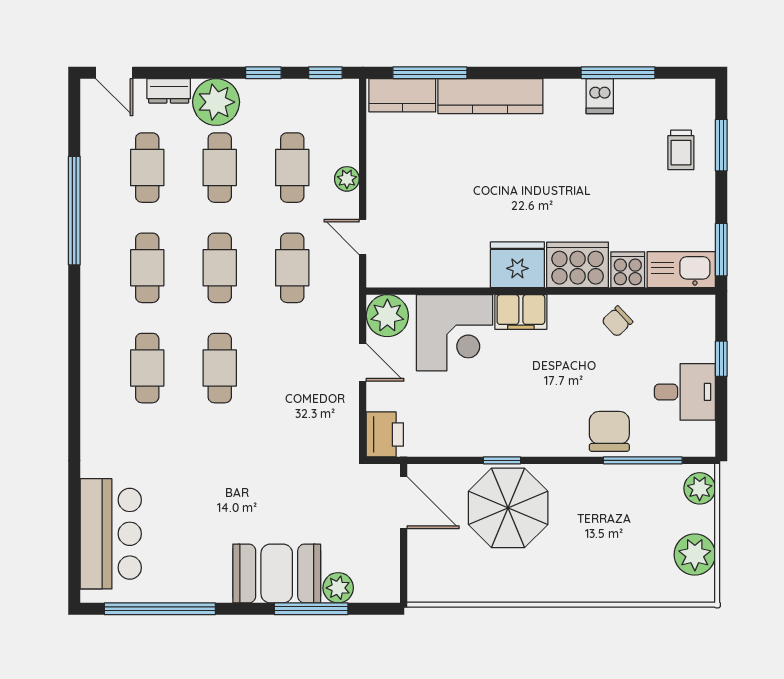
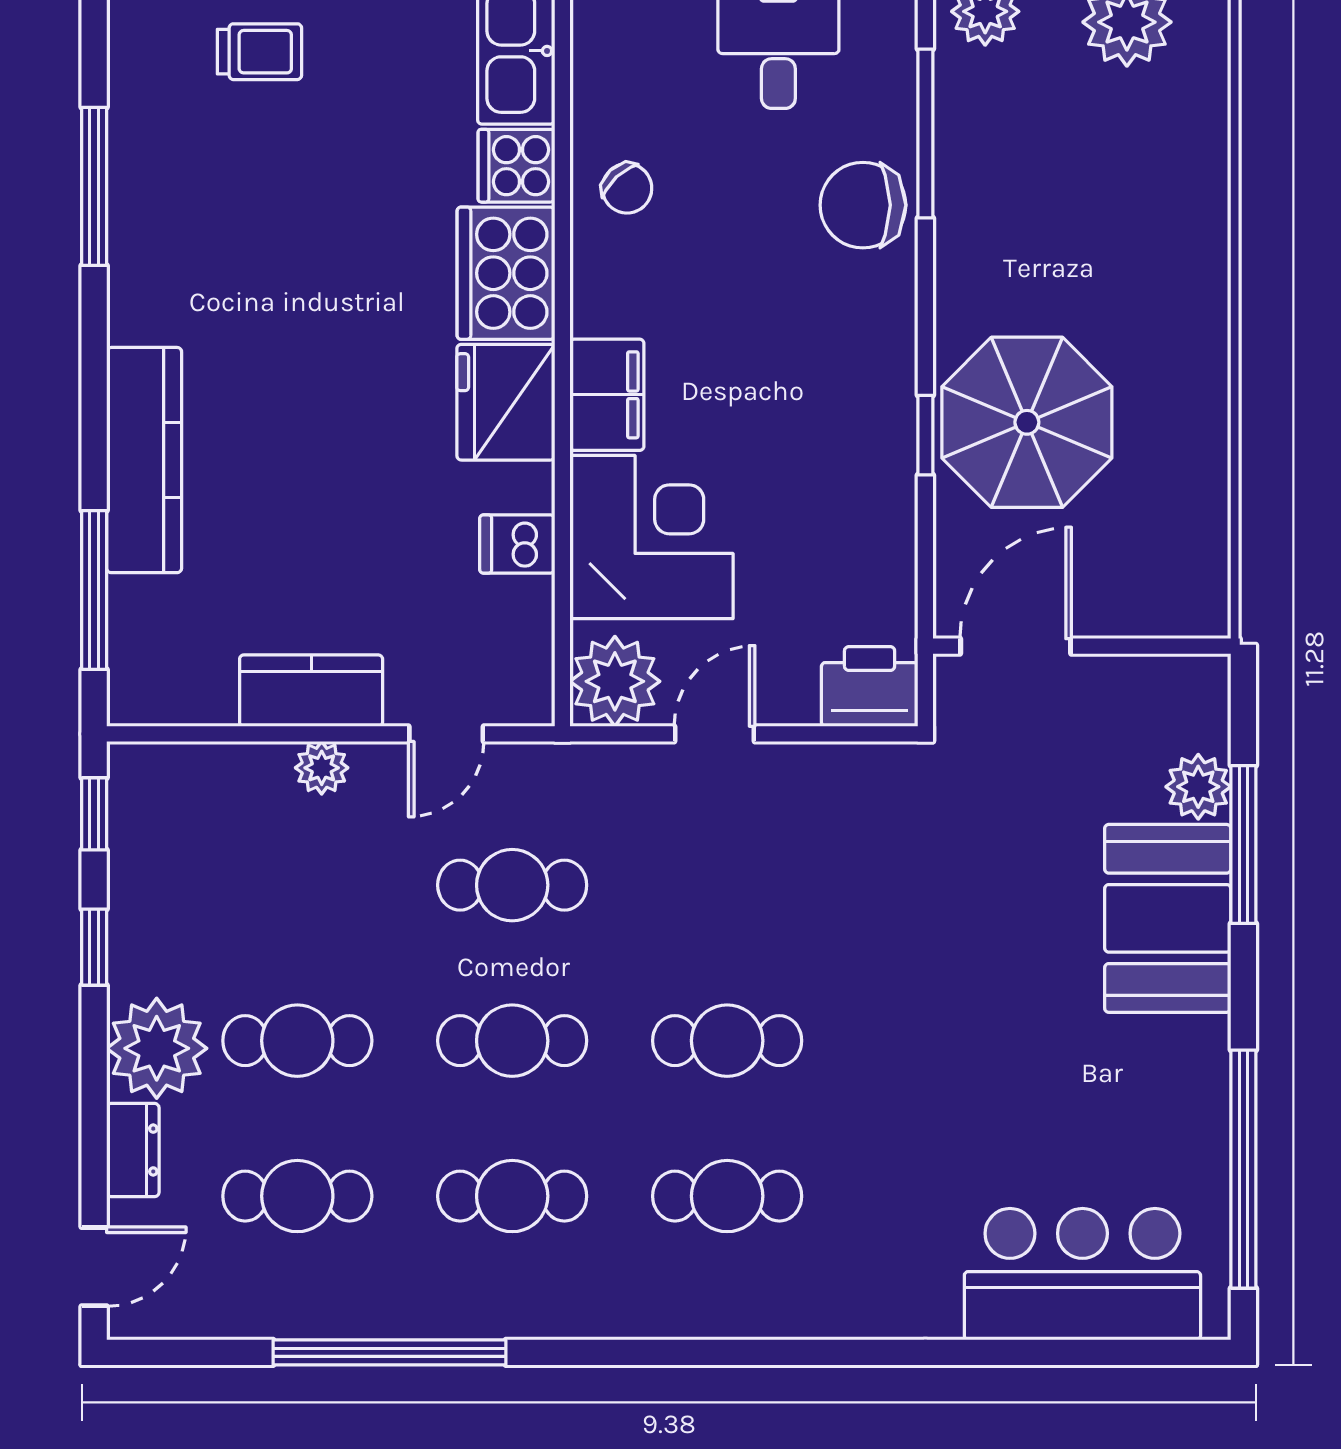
kitchen counter: (402, 95) -> (311, 691), moved, turned -90
dishwasher: (600, 96) -> (517, 544), moved, turned 180
cafe table: (292, 168) -> (297, 885), removed

